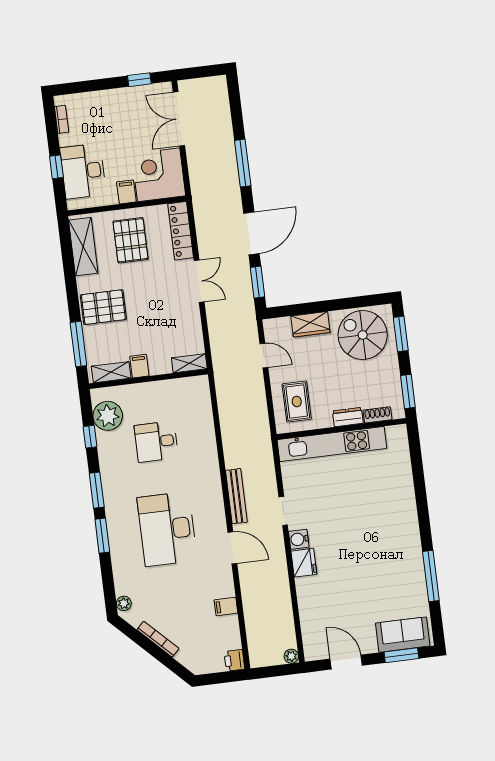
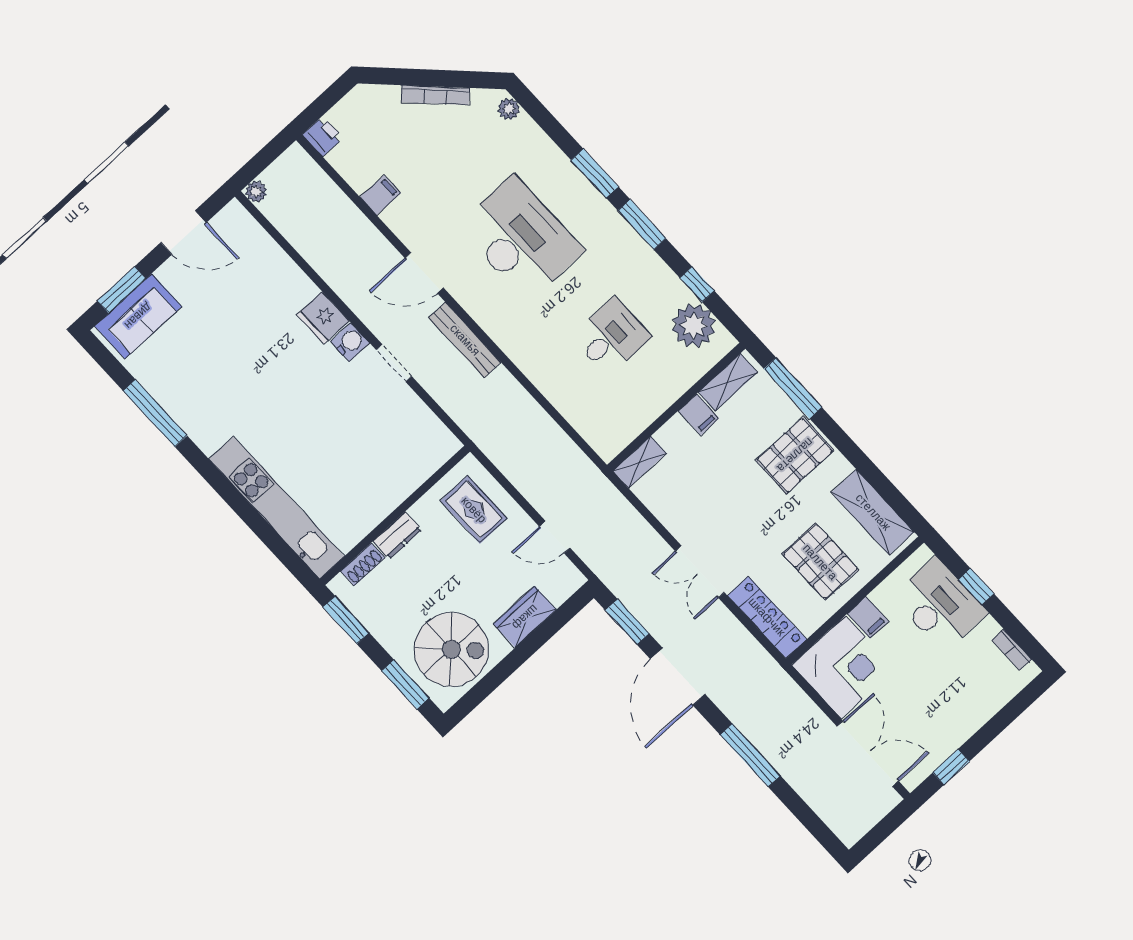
kitchen unit: (332, 444) -> (277, 508), moved, turned 90

